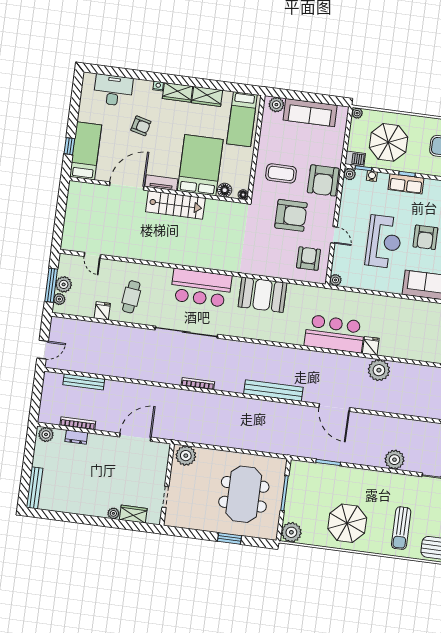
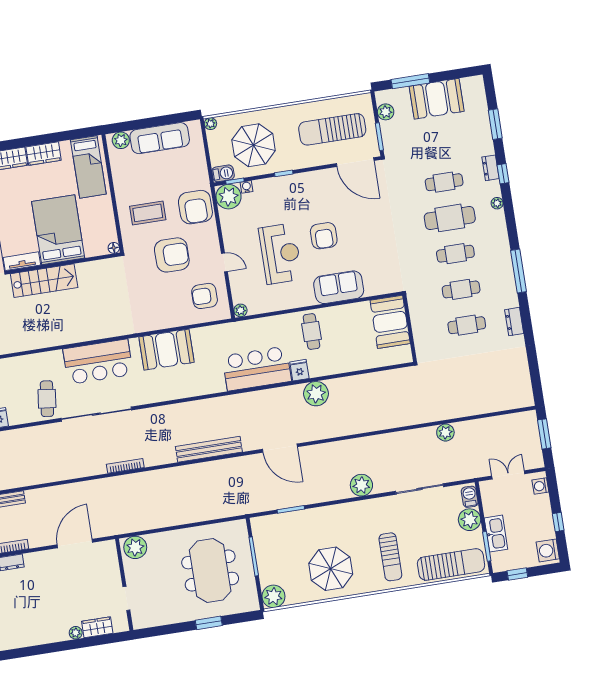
plant: (350, 174) -> (229, 197), width x1.88, depth x1.88
row of seats: (406, 184) -> (286, 184), removed
floor lamp: (225, 190) -> (92, 249), removed
armchair: (308, 259) -> (205, 296), turned -90
cafe table: (131, 297) -> (47, 399), moved
cafe table: (391, 316) -> (312, 332), added

